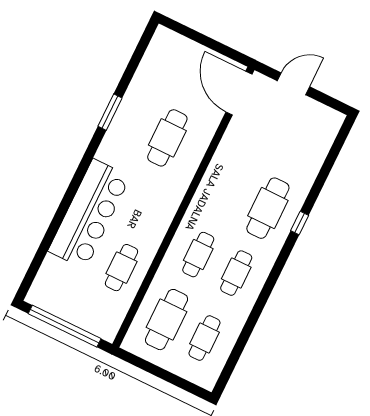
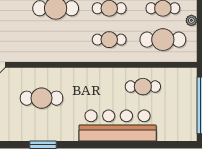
plant: (173, 365) -> (191, 20), added

